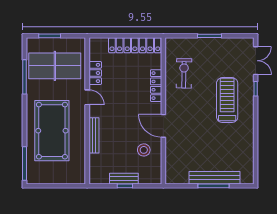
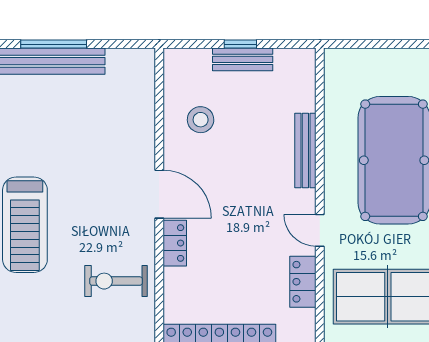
exercise bike: (184, 73) -> (116, 281), turned 89
locker: (156, 86) -> (175, 243), width x0.66
door: (163, 126) -> (159, 194), moved

